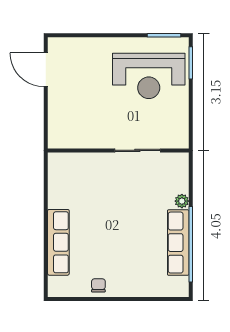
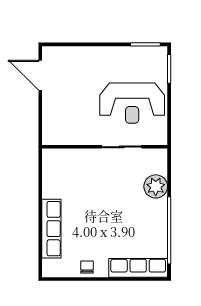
reception desk: (149, 76) -> (132, 103), moved
plant: (182, 201) -> (156, 186), width x1.88, depth x1.88
row of seats: (178, 243) -> (138, 268), moved, turned 90

